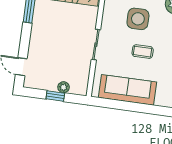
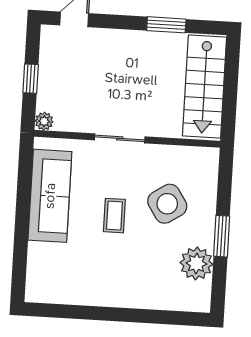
side table: (138, 19) -> (167, 204), turned -33
plant: (64, 87) -> (44, 121), moved

